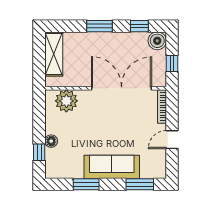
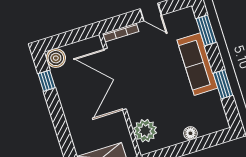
window: (99, 26) -> (59, 121), removed
window: (172, 64) -> (74, 36), removed
window: (39, 152) -> (205, 142), removed

